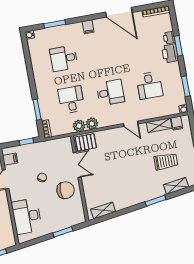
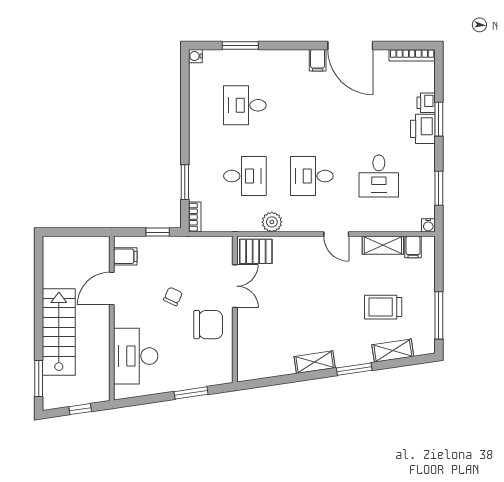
filing cabinet: (88, 27) -> (318, 60), moved
desk: (110, 93) -> (312, 176), turned 180
desk: (71, 100) -> (245, 176), turned 90
plant: (79, 126) -> (250, 222), removed
trolley: (166, 161) -> (383, 307), turned 180
shelving: (103, 210) -> (315, 362), moved

